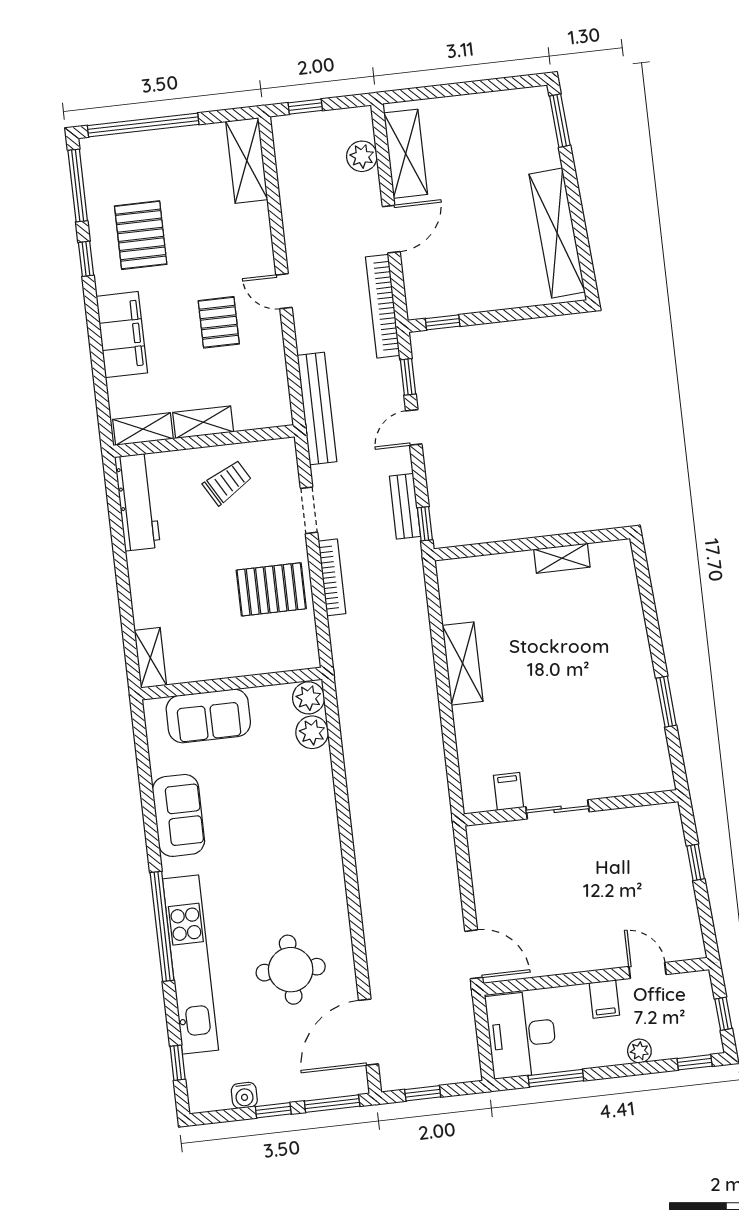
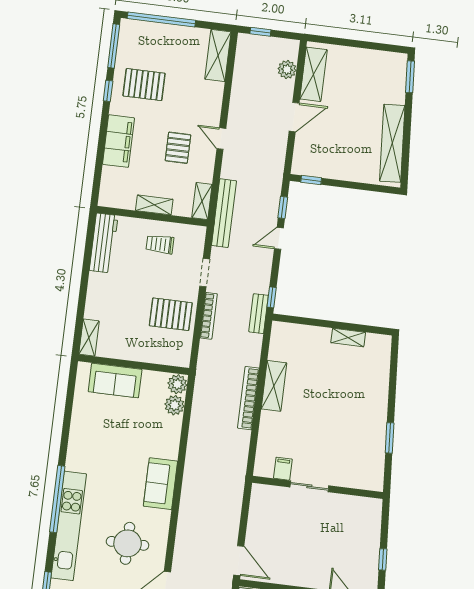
pallet: (141, 235) -> (144, 85), turned 90
bookcase: (383, 306) -> (248, 398), moved
shelving: (143, 429) -> (202, 201), moved, turned 90
trolley: (227, 483) -> (160, 244), turned -150
bench: (405, 506) -> (259, 314), moved
sofa: (178, 815) -> (160, 484), moved, turned 180
window: (696, 862) -> (383, 559), moved

